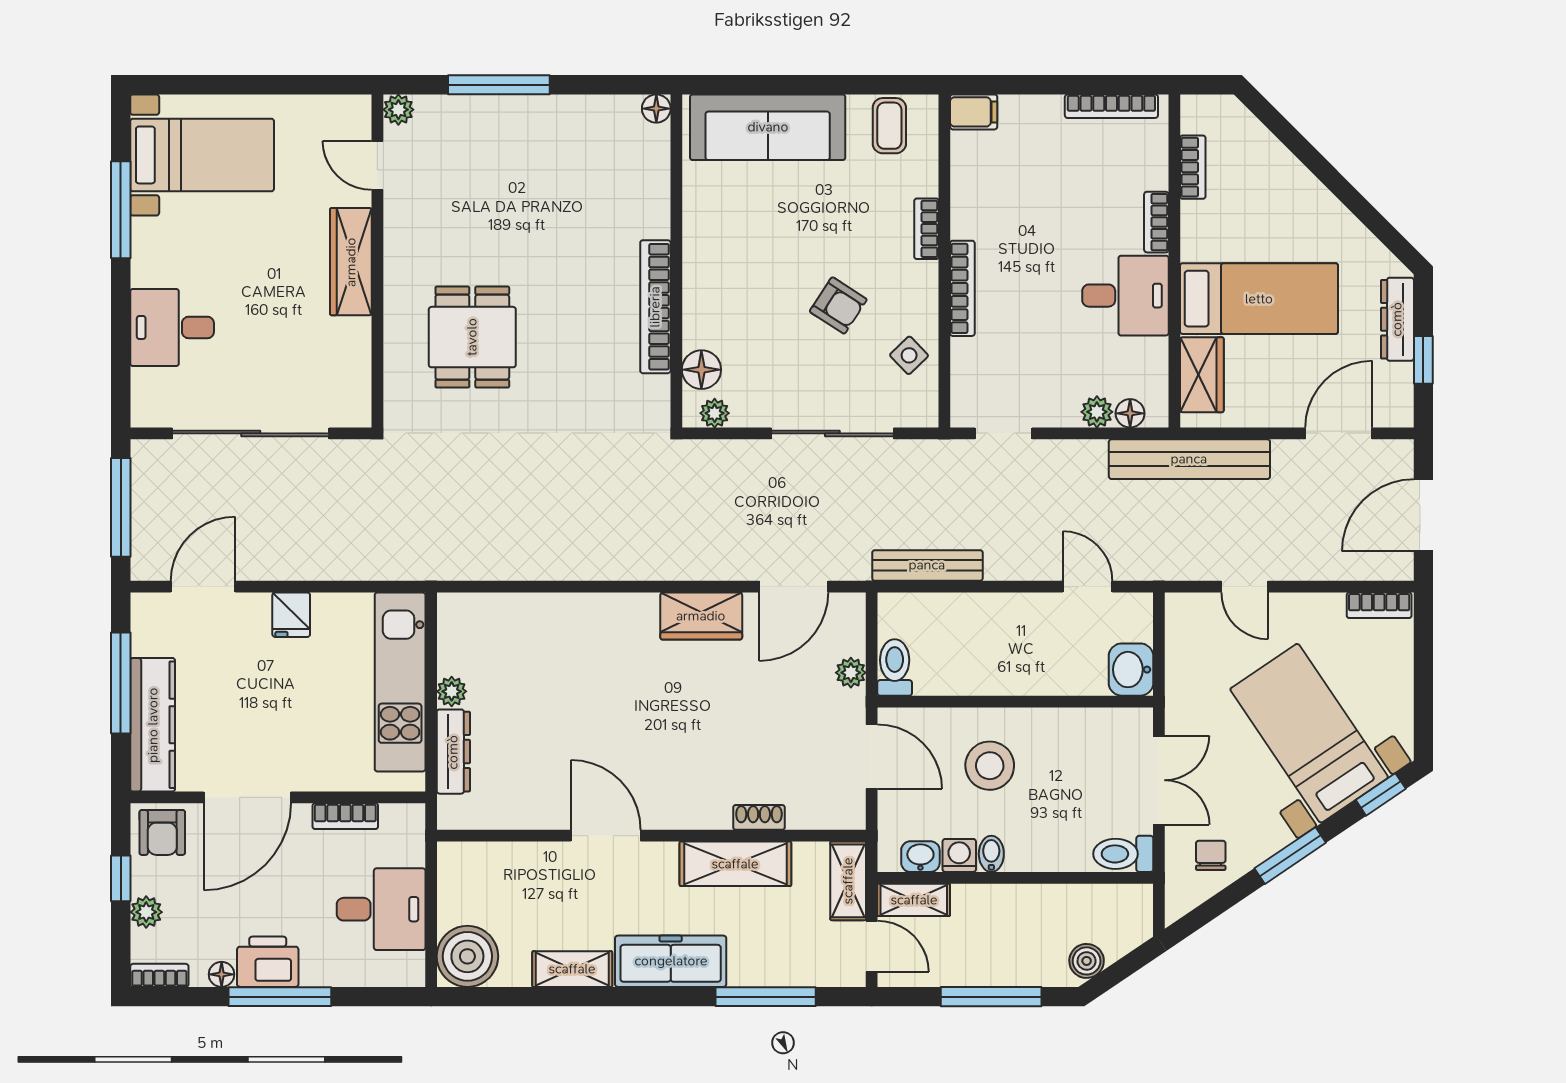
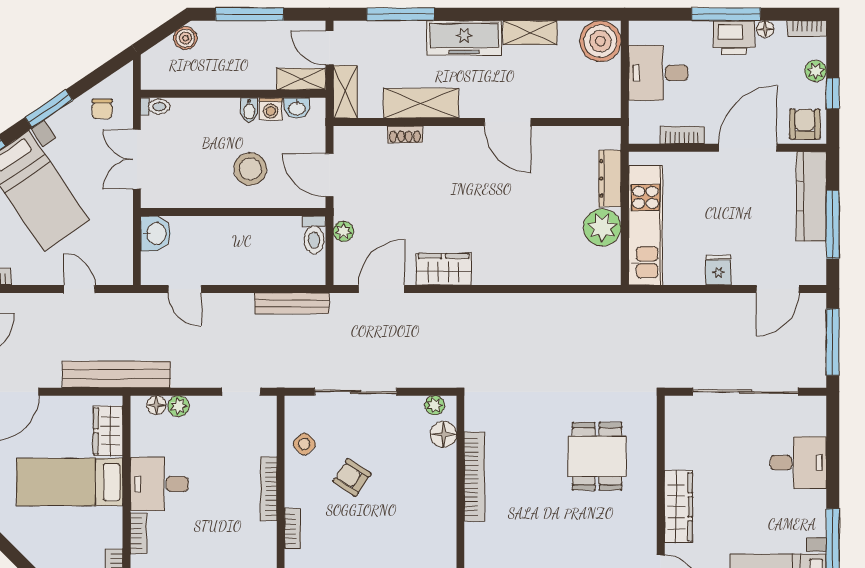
plant: (452, 691) -> (602, 227), width x1.87, depth x1.87
toilet: (1123, 854) -> (155, 107), width x0.73, depth x0.72

